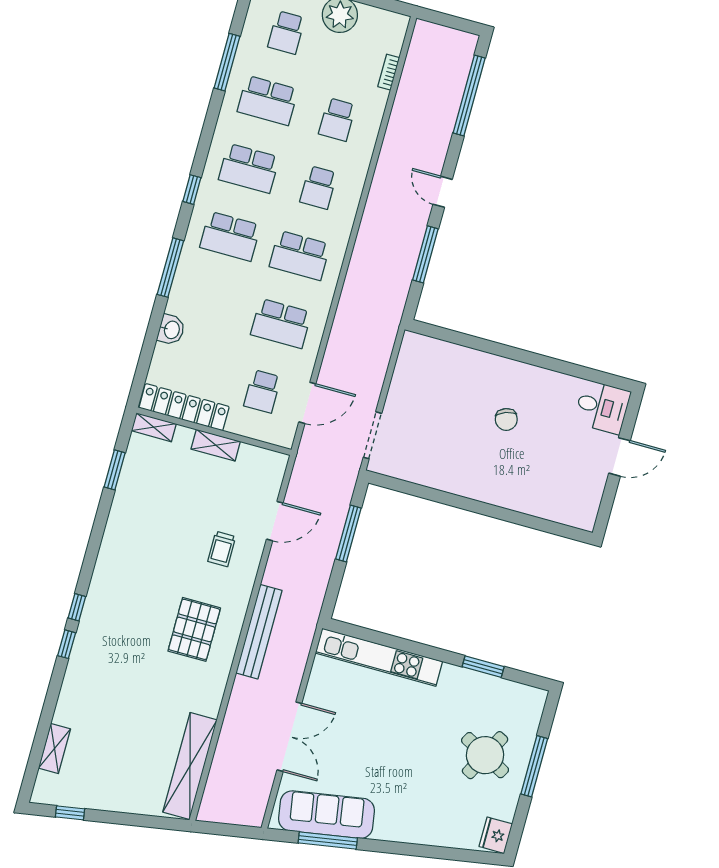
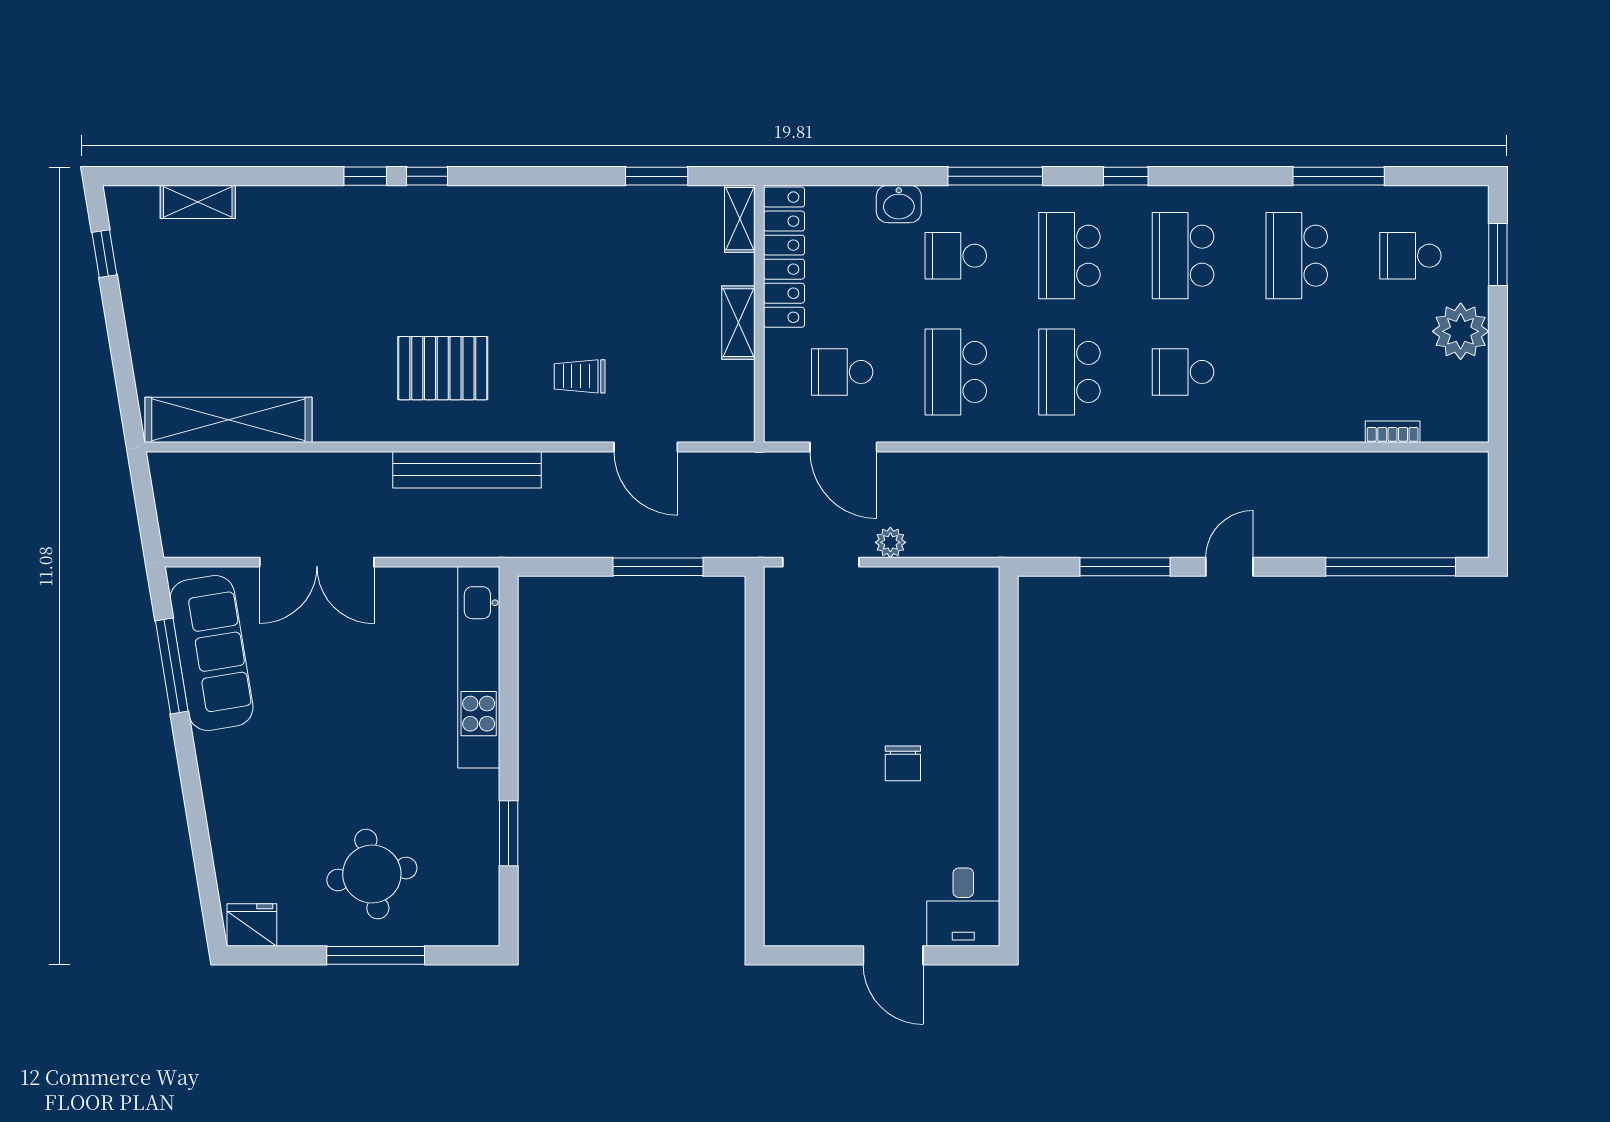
school desk: (337, 120) -> (956, 256), moved
plant: (372, 391) -> (890, 542), added
chair: (506, 419) -> (903, 763), turned -70
round table: (485, 755) -> (372, 874), turned -38

